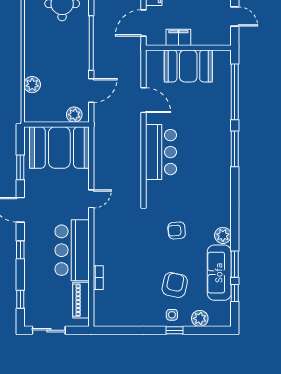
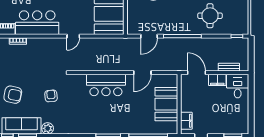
filing cabinet: (178, 37) -> (186, 121), moved
door: (91, 91) -> (149, 36), hinge flipped
plant: (74, 115) -> (132, 24), removed
door: (91, 199) -> (73, 36), hinge flipped

